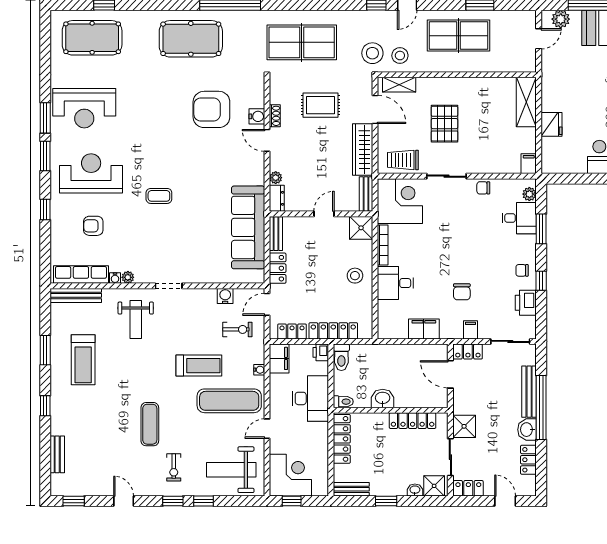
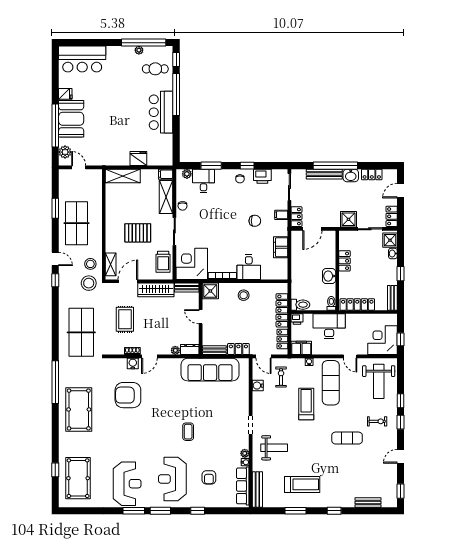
armchair: (211, 109) -> (128, 395), turned 90
shelving: (496, 164) -> (166, 197), added
locker: (413, 421) -> (345, 261), width x0.66

